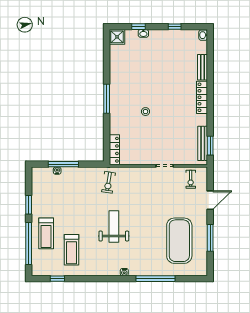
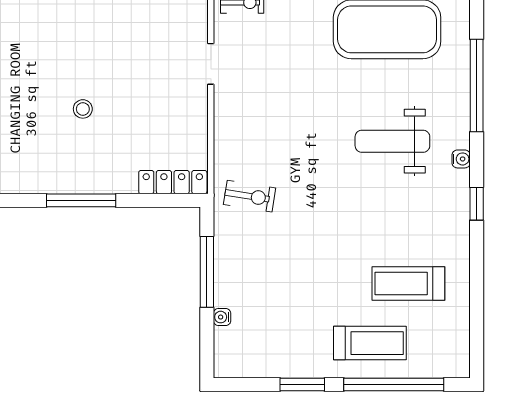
window: (107, 99) -> (81, 200), moved
window: (63, 164) -> (207, 272), moved
weight bench: (114, 227) -> (392, 141), moved
treadmill: (71, 250) -> (408, 284), turned 180
window: (57, 279) -> (477, 204), moved

